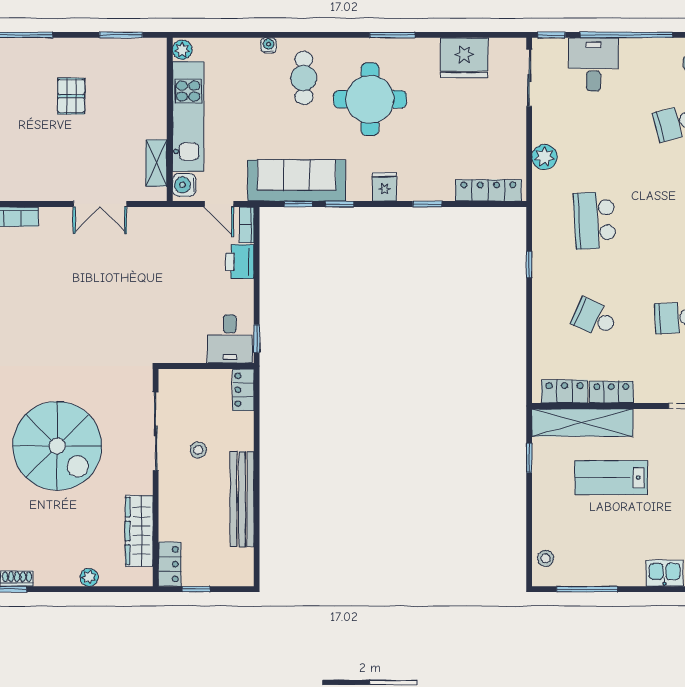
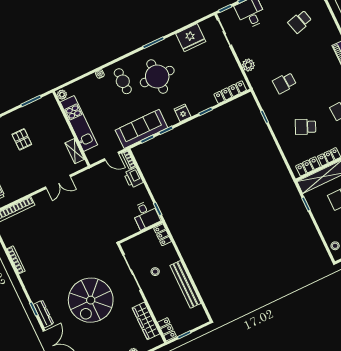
water cooler: (184, 185) -> (92, 155), removed
school desk: (594, 220) -> (284, 83), width x0.54
spiral stairs: (57, 446) -> (91, 300), turned 90

